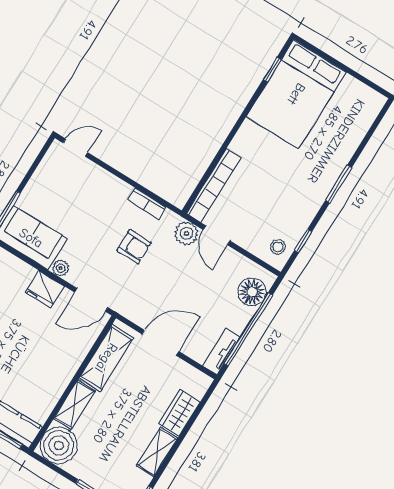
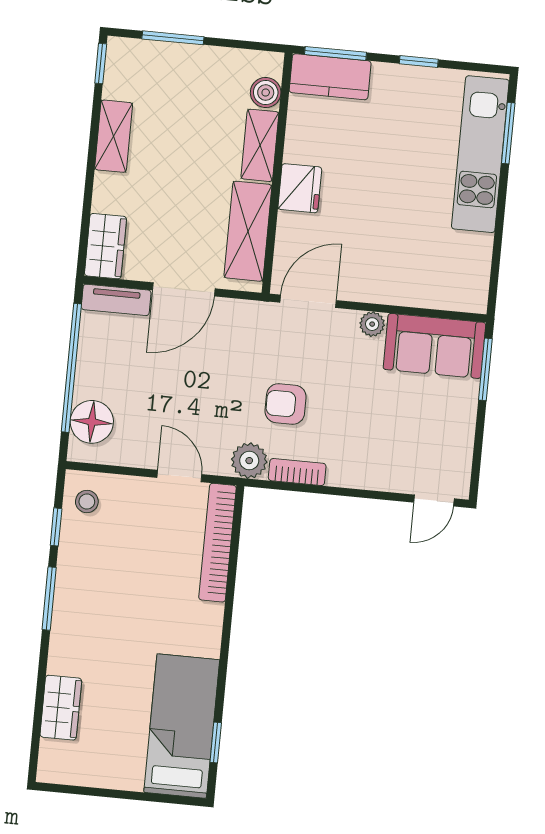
bed: (296, 94) -> (182, 726), width x0.67
wardrobe: (352, 134) -> (61, 708), added
window: (338, 184) -> (49, 599), moved
plant: (186, 233) -> (249, 461), moved
fridge: (45, 289) -> (300, 188), moved, turned 90
tv unit: (222, 352) -> (116, 300), moved, turned 90
wardrobe: (180, 413) -> (105, 246), moved
boiler: (59, 445) -> (266, 93), width x0.54, depth x0.54

